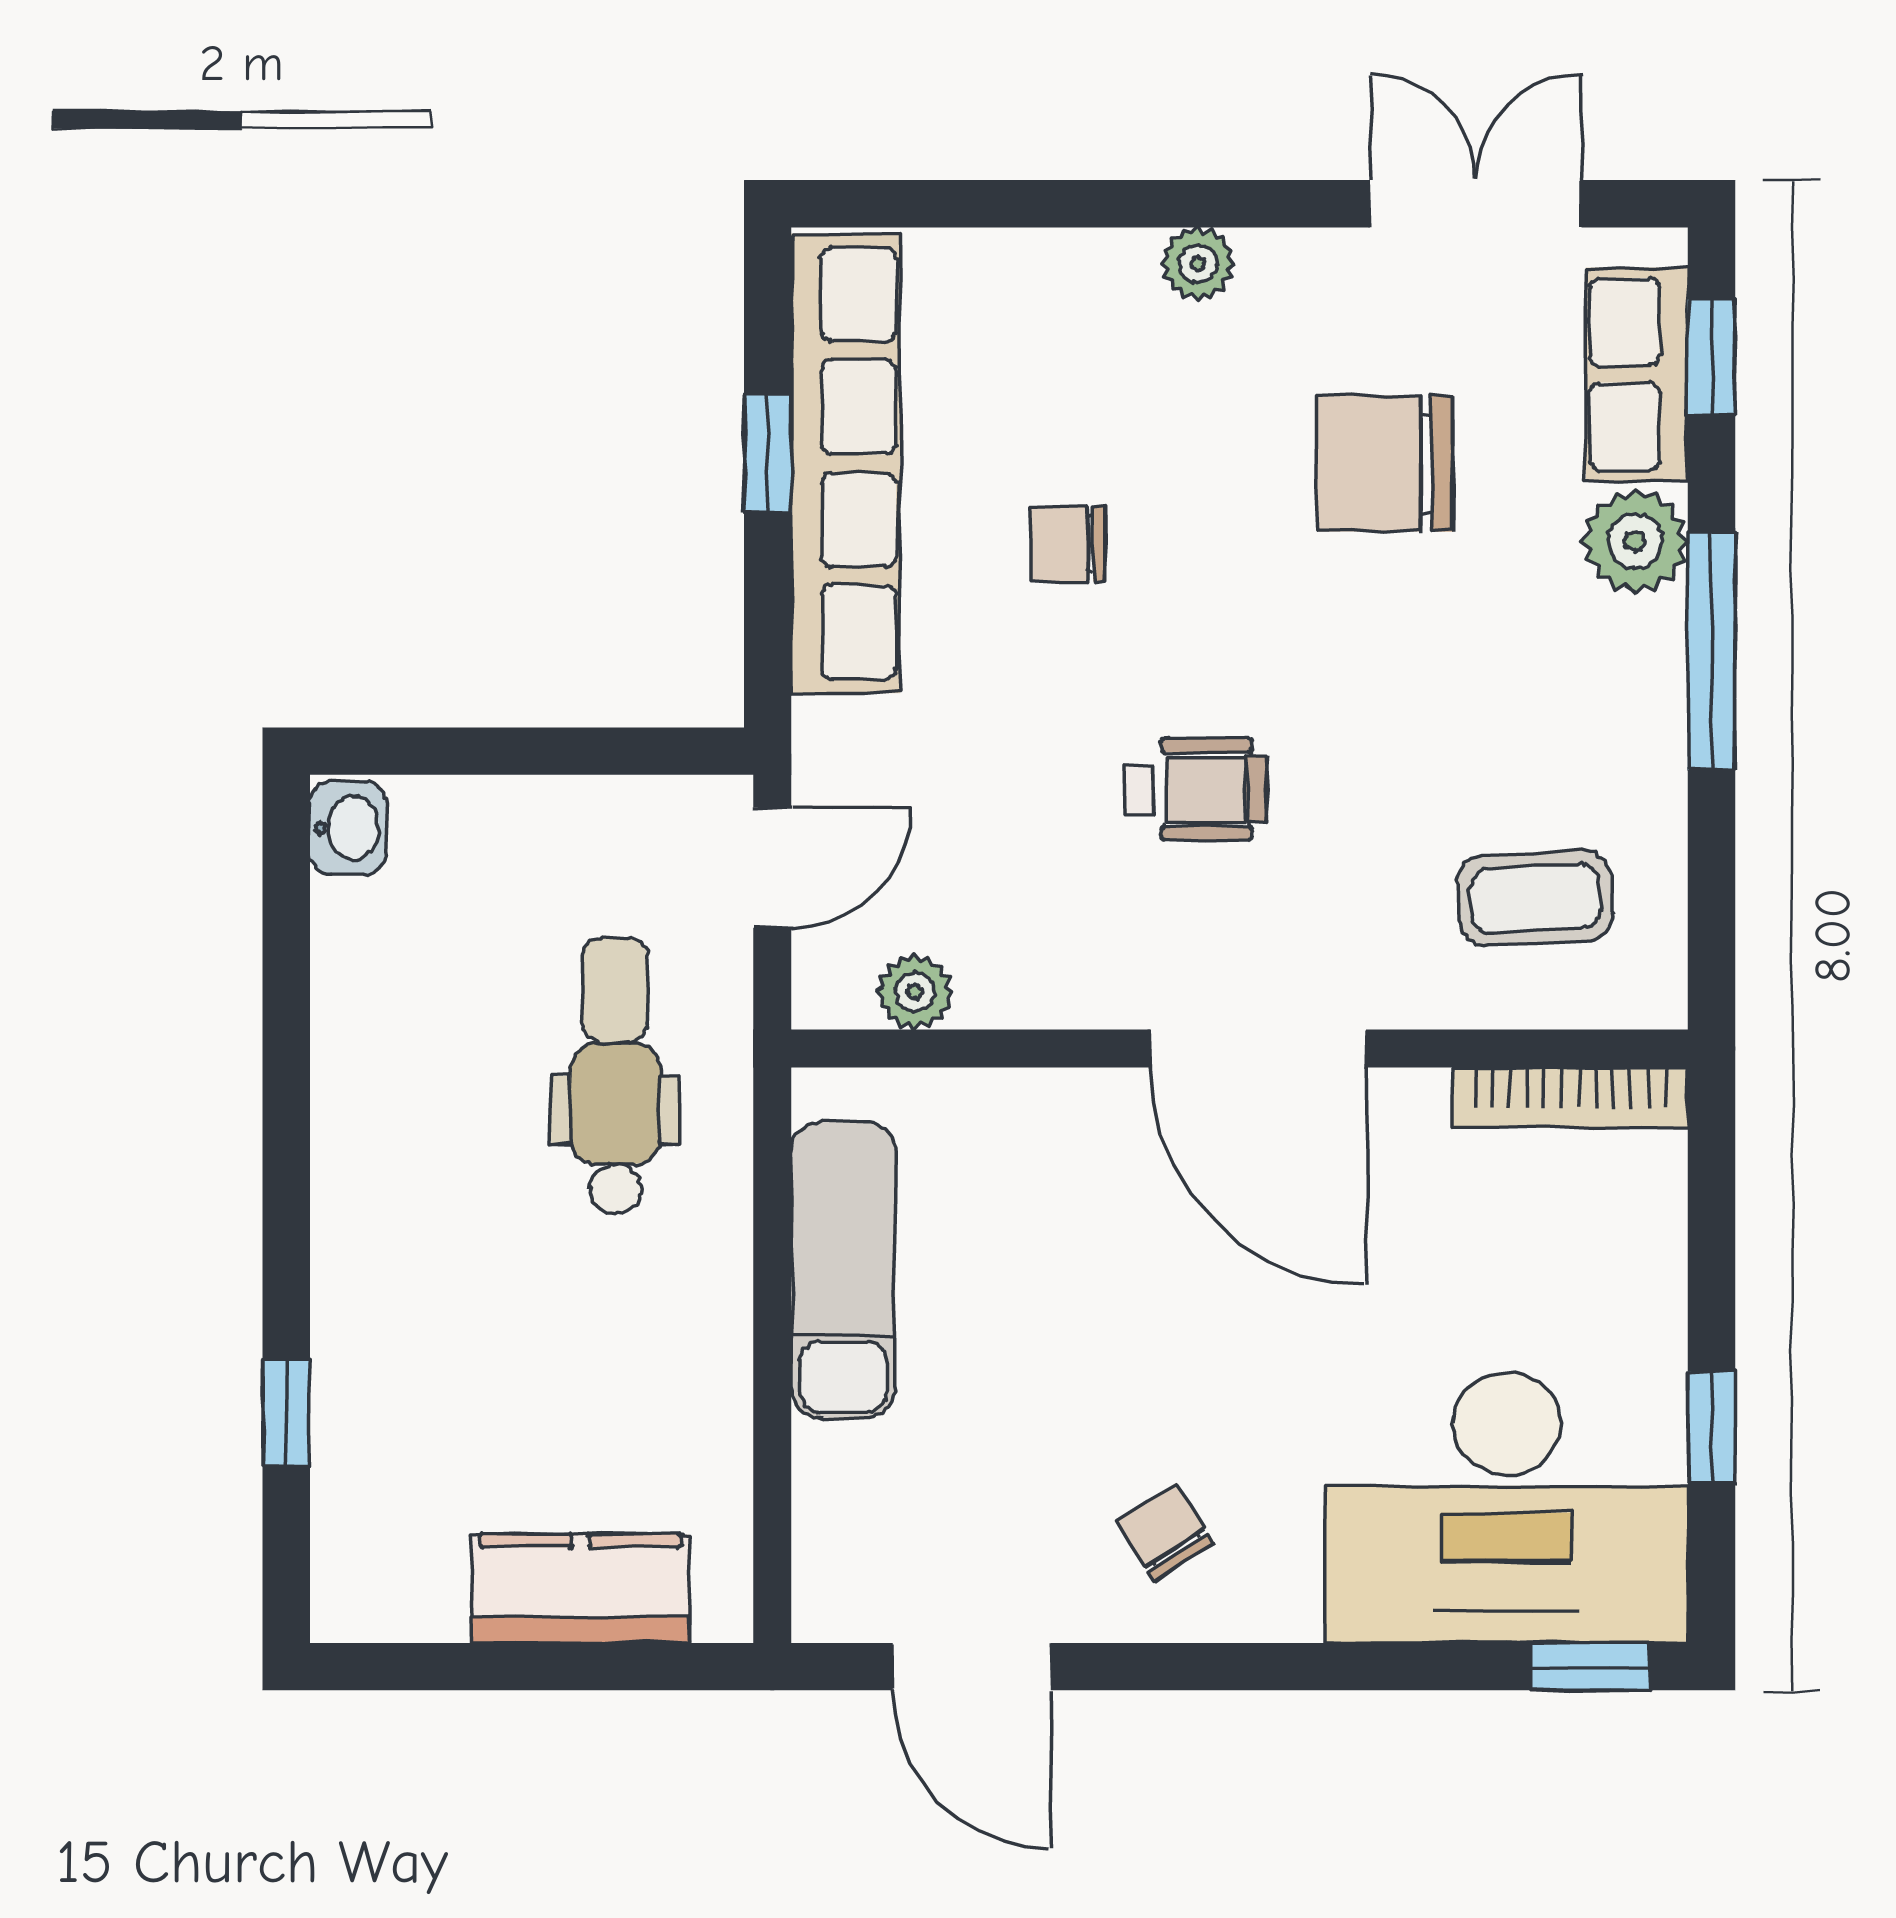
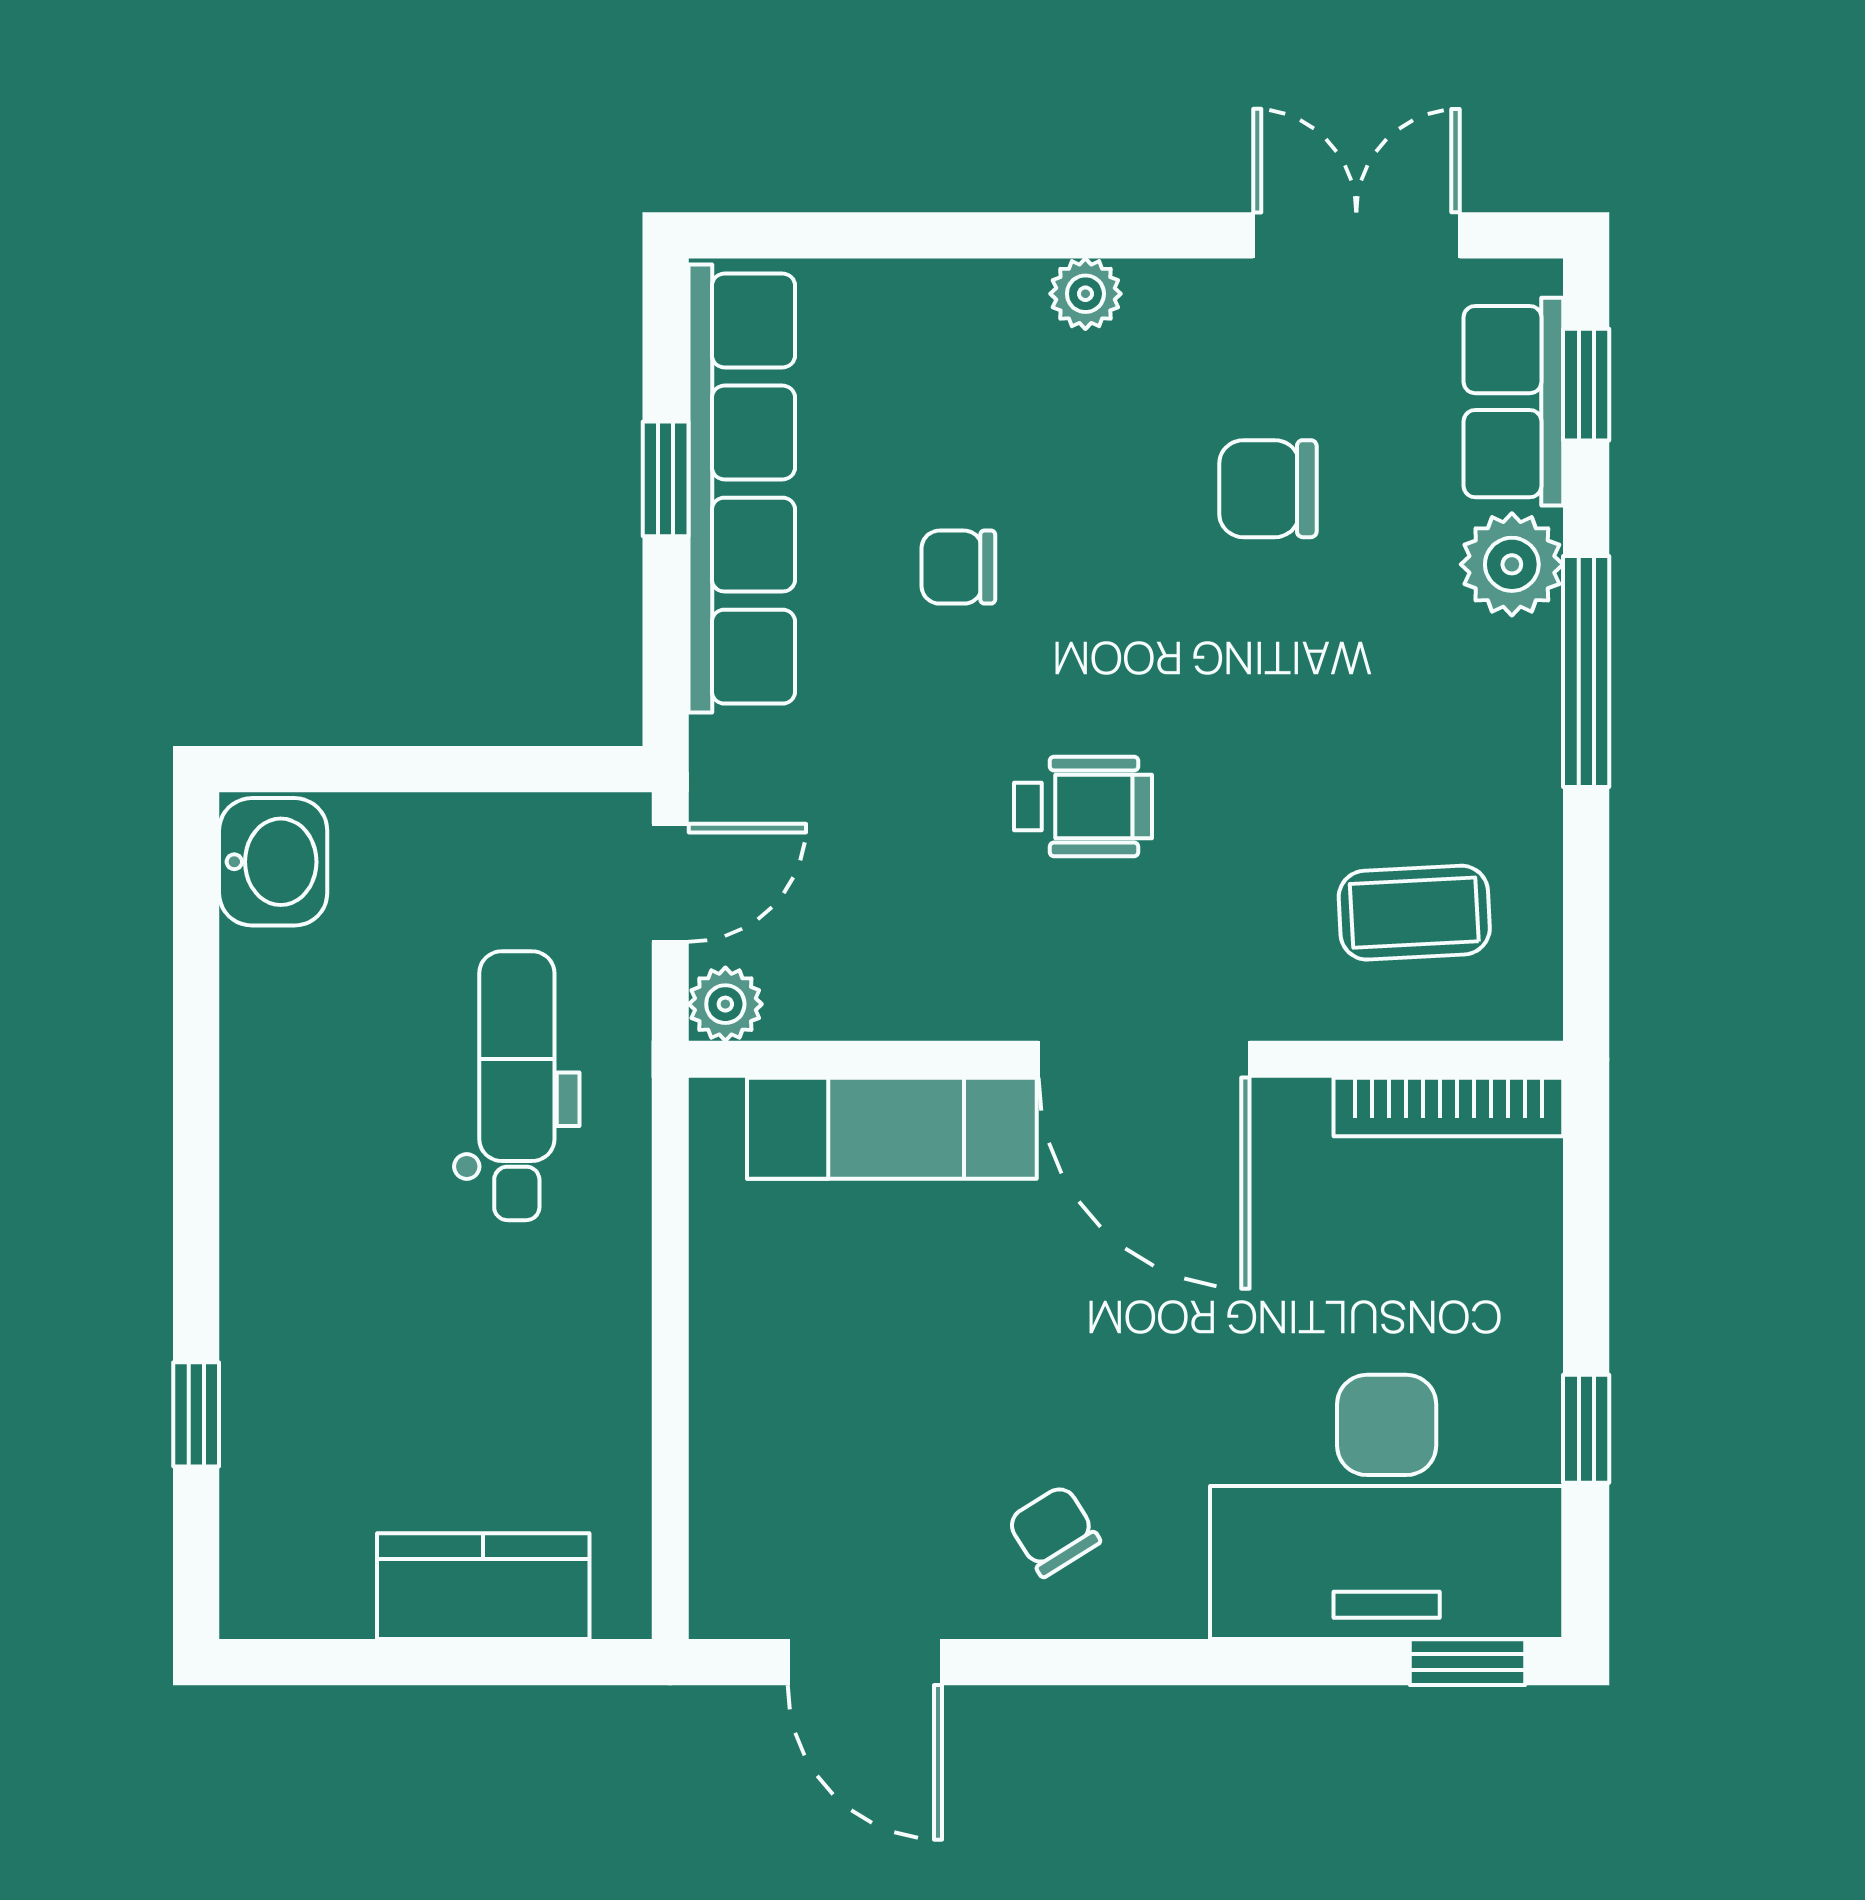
chair: (1385, 464) -> (1268, 489), width x0.73, depth x0.73
washbasin: (348, 828) -> (273, 862), width x1.38, depth x1.45
plant: (915, 992) -> (725, 1004), moved
exam couch: (843, 1270) -> (892, 1128), moved, turned 90

